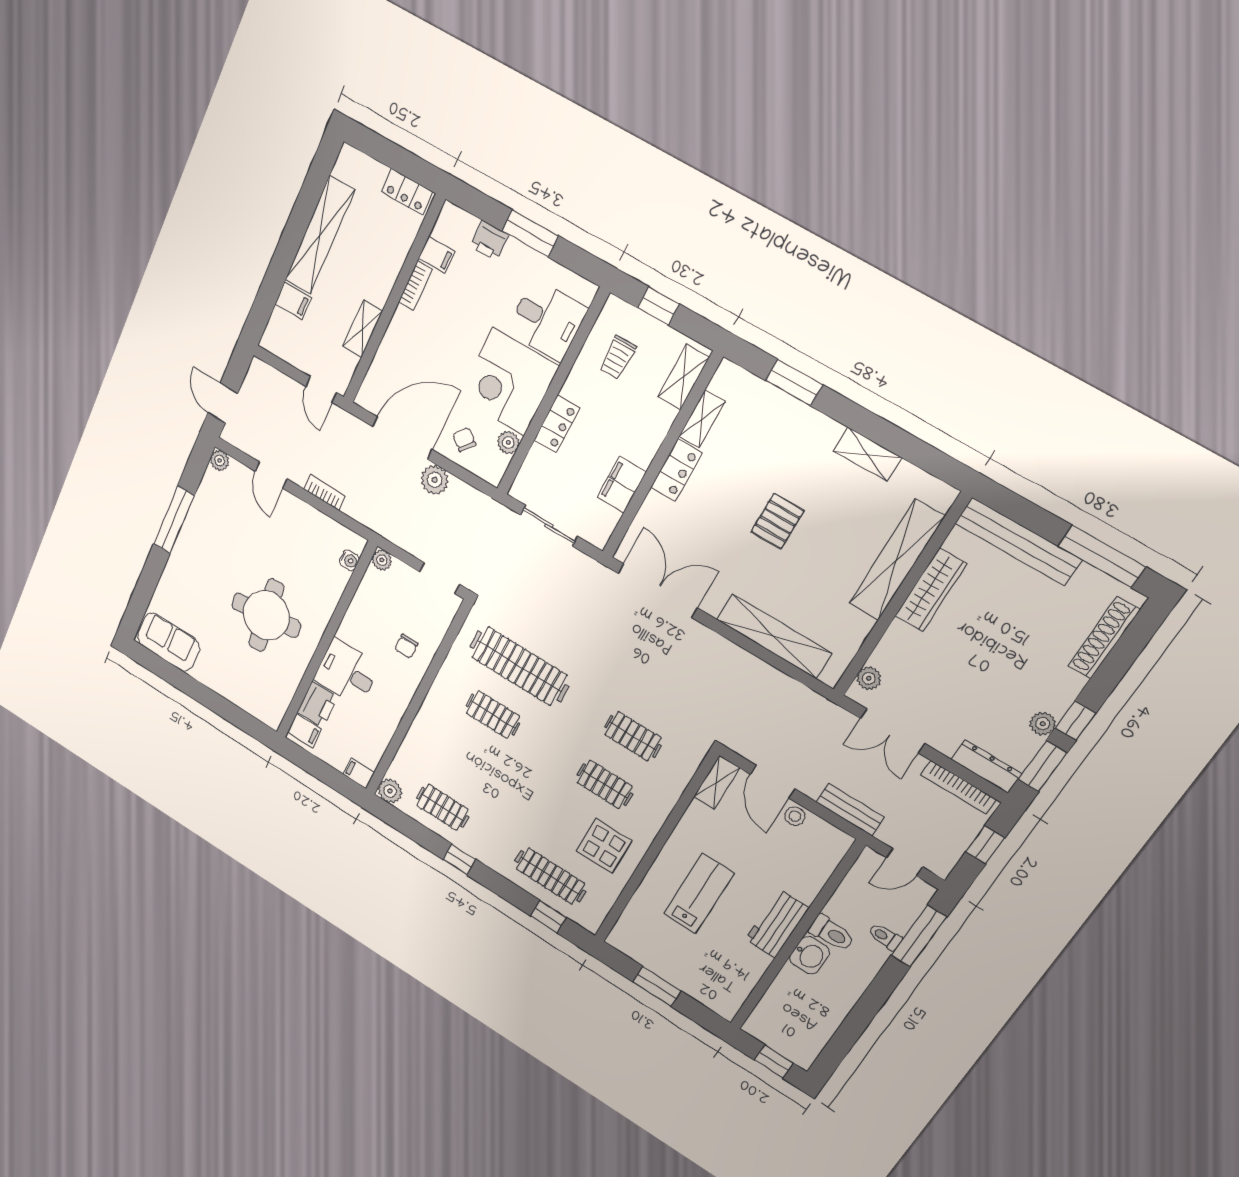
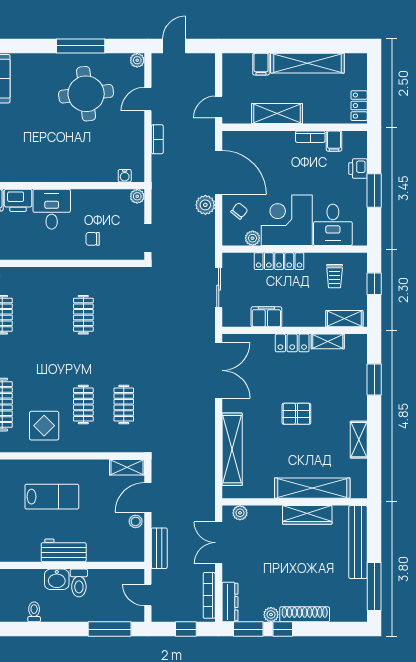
shelving: (363, 329) -> (277, 114), width x1.50, depth x1.33
trolley: (617, 358) -> (335, 276), turned -90
locker: (557, 424) -> (279, 261), width x1.53
round table: (266, 615) -> (86, 94), moved
shoe rack: (1104, 638) -> (305, 614), moved
clothes rail: (519, 666) -> (124, 315), removed
toilet: (885, 937) -> (34, 612), moved

